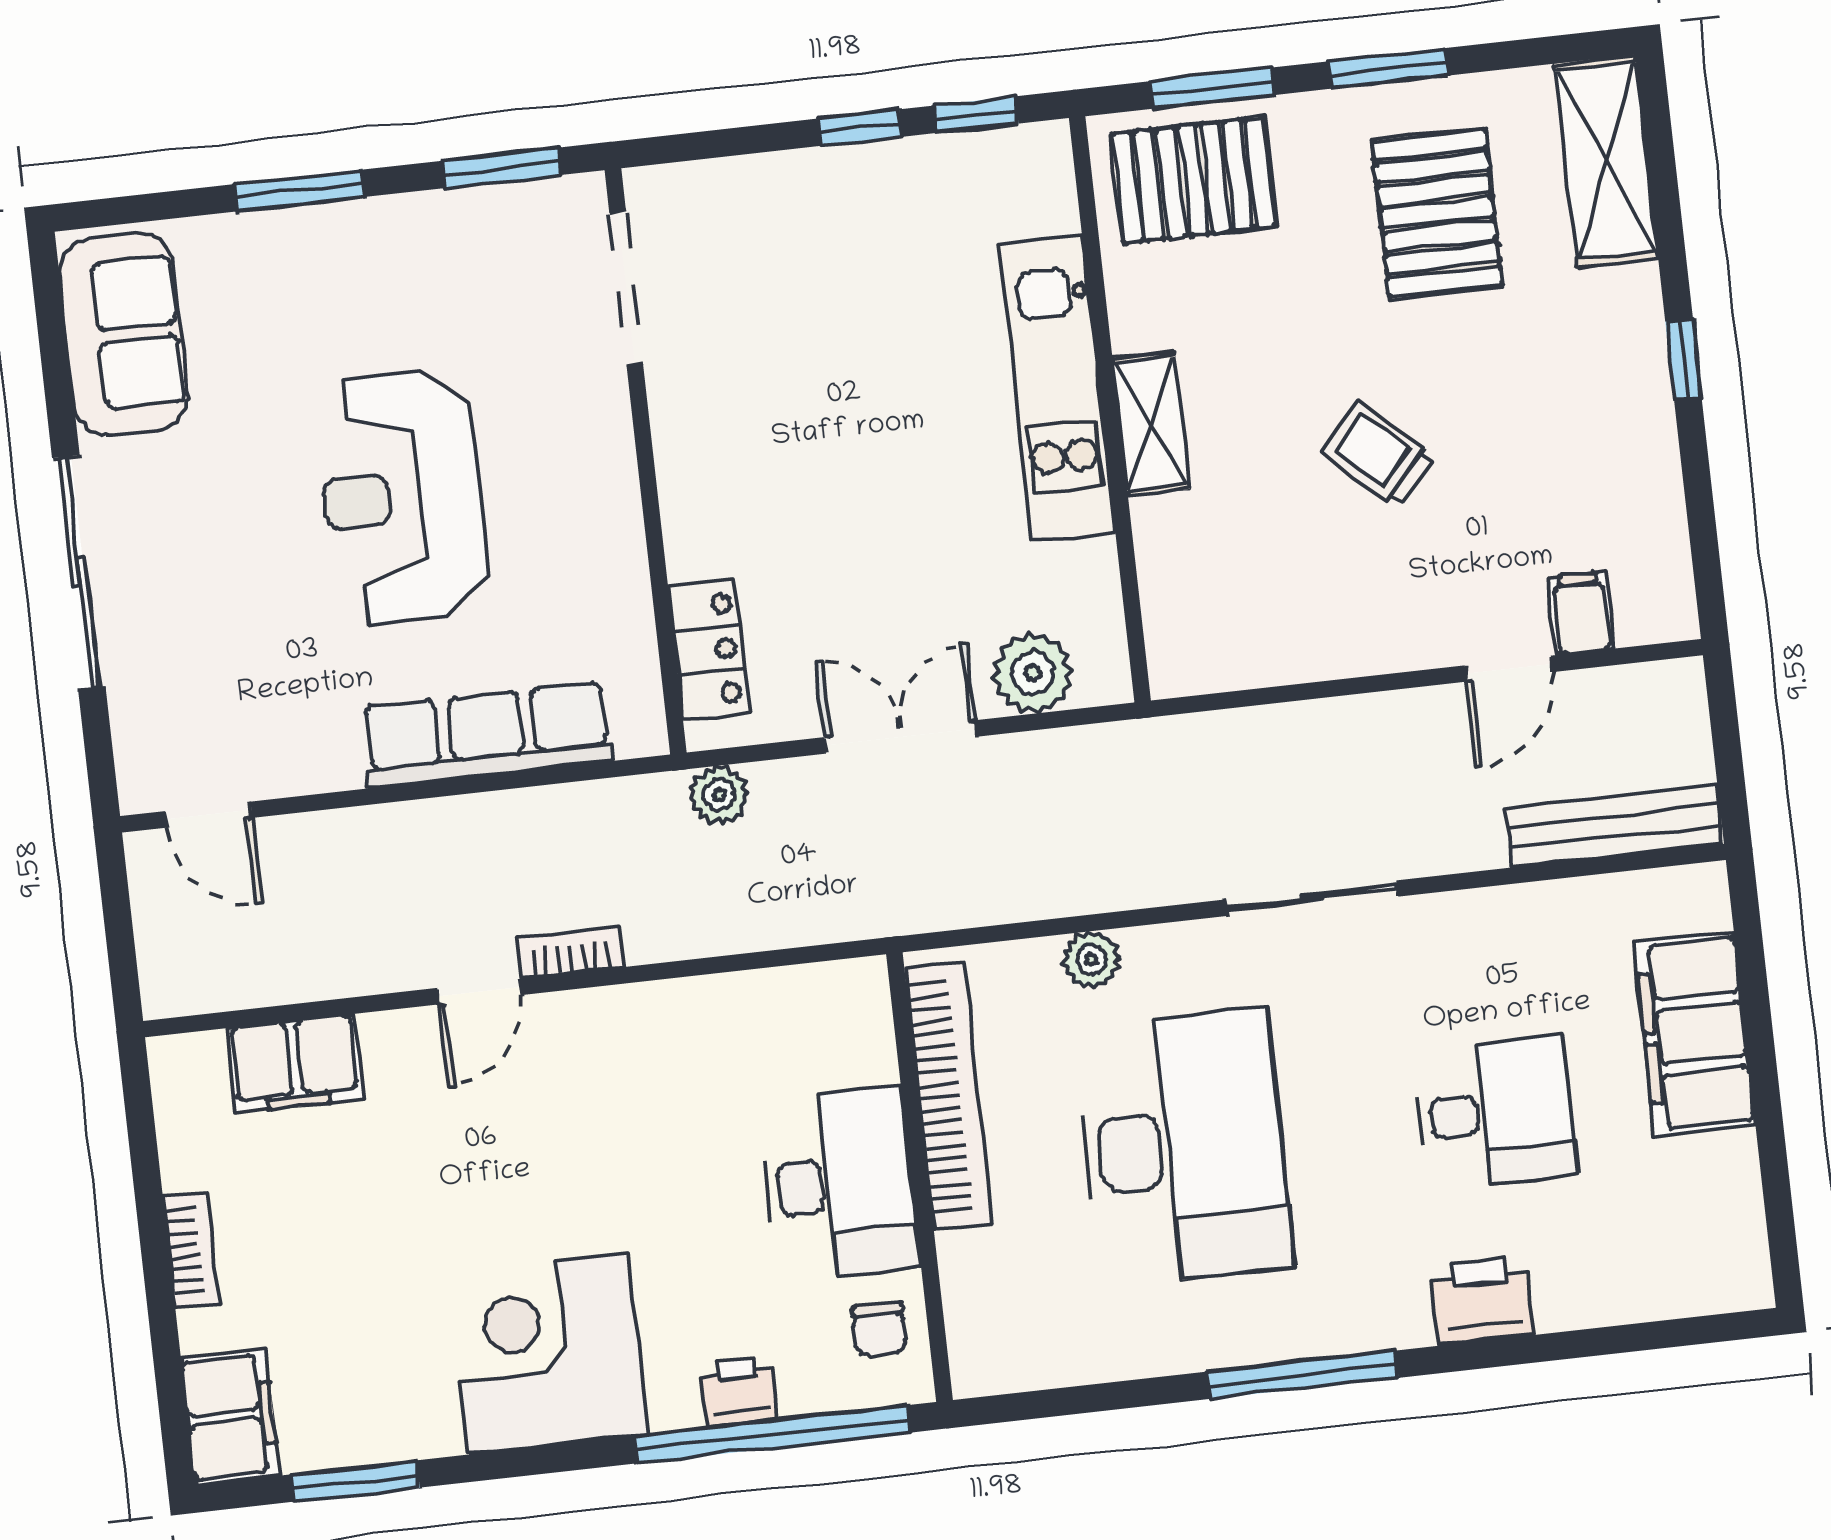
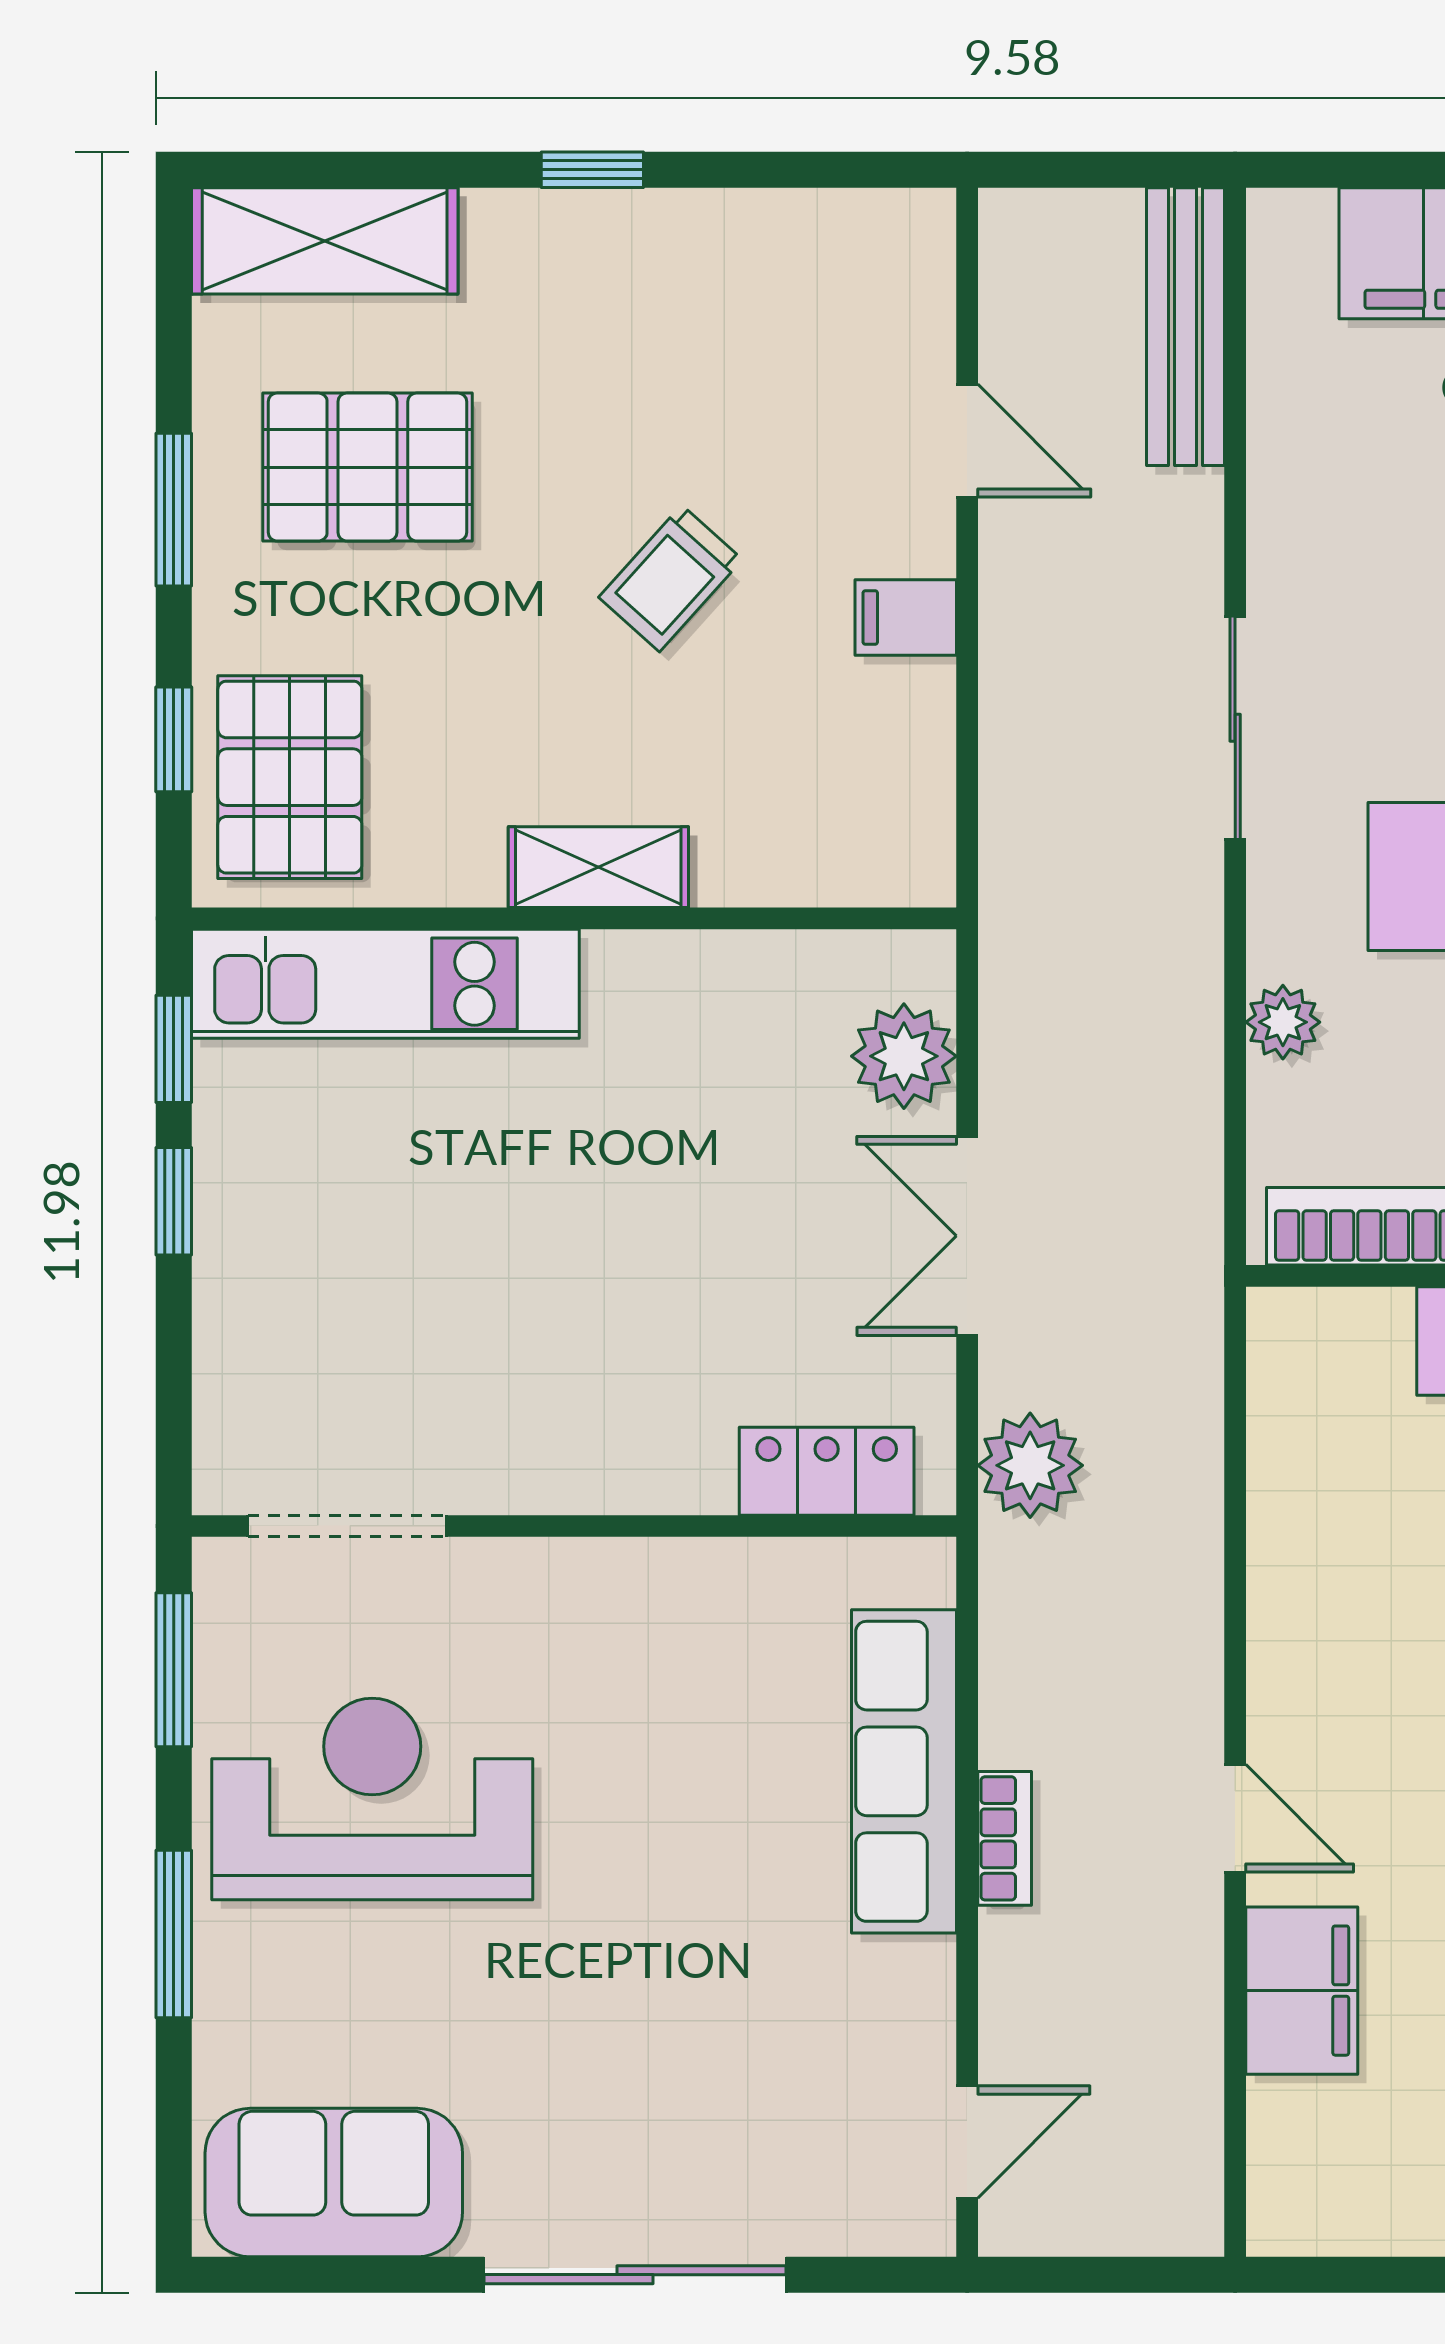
window: (1212, 88) -> (174, 739), width x0.67
kitchen unit: (1057, 389) -> (385, 984), moved
reception desk: (402, 497) -> (372, 1799), moved, turned 180
filing cabinet: (1581, 613) -> (906, 618), moved
plant: (719, 795) -> (1030, 1465), width x1.38, depth x1.38
bookcase: (570, 952) -> (1005, 1838), moved, turned 180
filing cabinet: (295, 1064) -> (1302, 1991), moved

